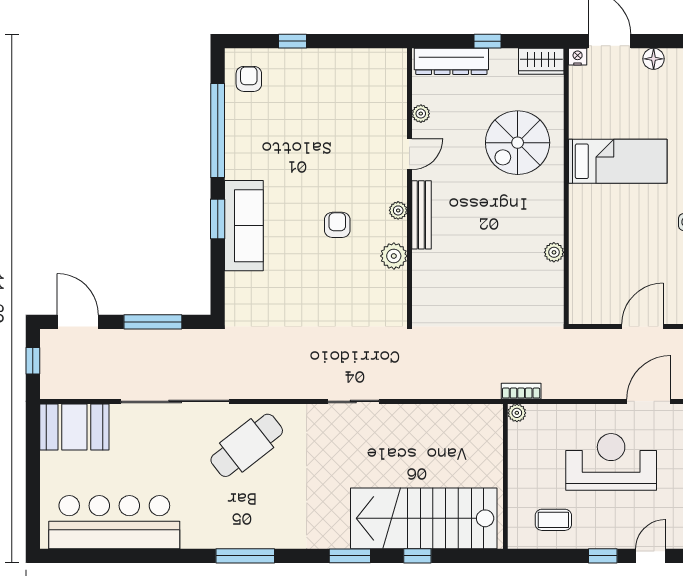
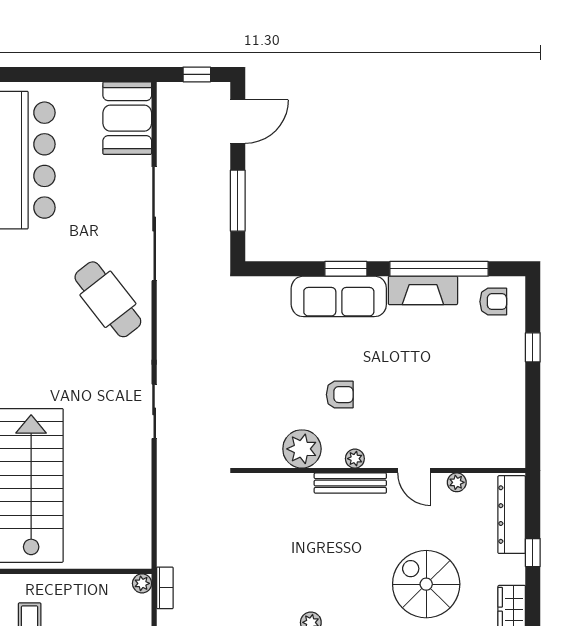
fireplace: (238, 146) -> (423, 290), added
plant: (394, 256) -> (302, 449), width x1.36, depth x1.36

